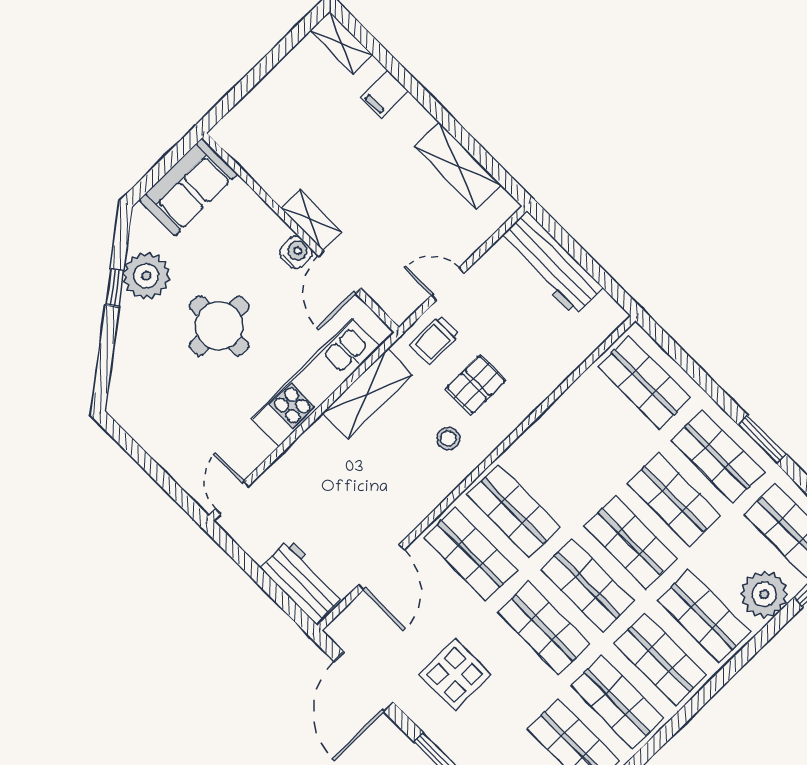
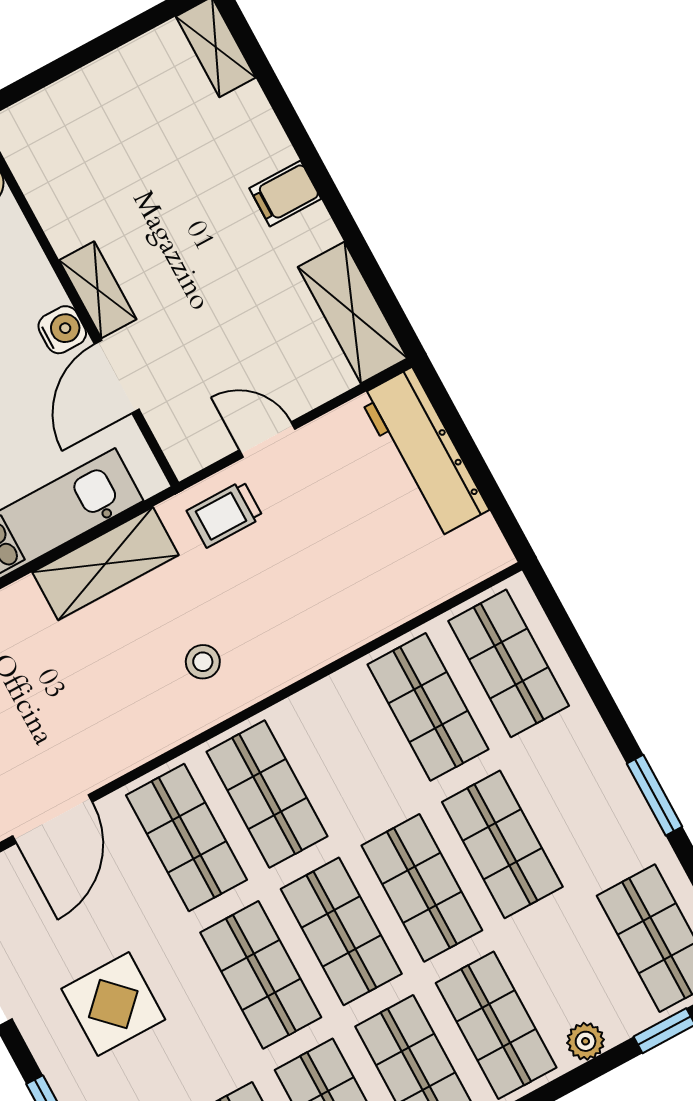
filing cabinet: (384, 94) -> (285, 193), moved
shelving: (458, 166) -> (353, 313), moved
pallet: (476, 385) -> (265, 596), removed
shop shelf: (717, 456) -> (428, 707), moved
plant: (764, 594) -> (586, 1041), width x0.53, depth x0.53

